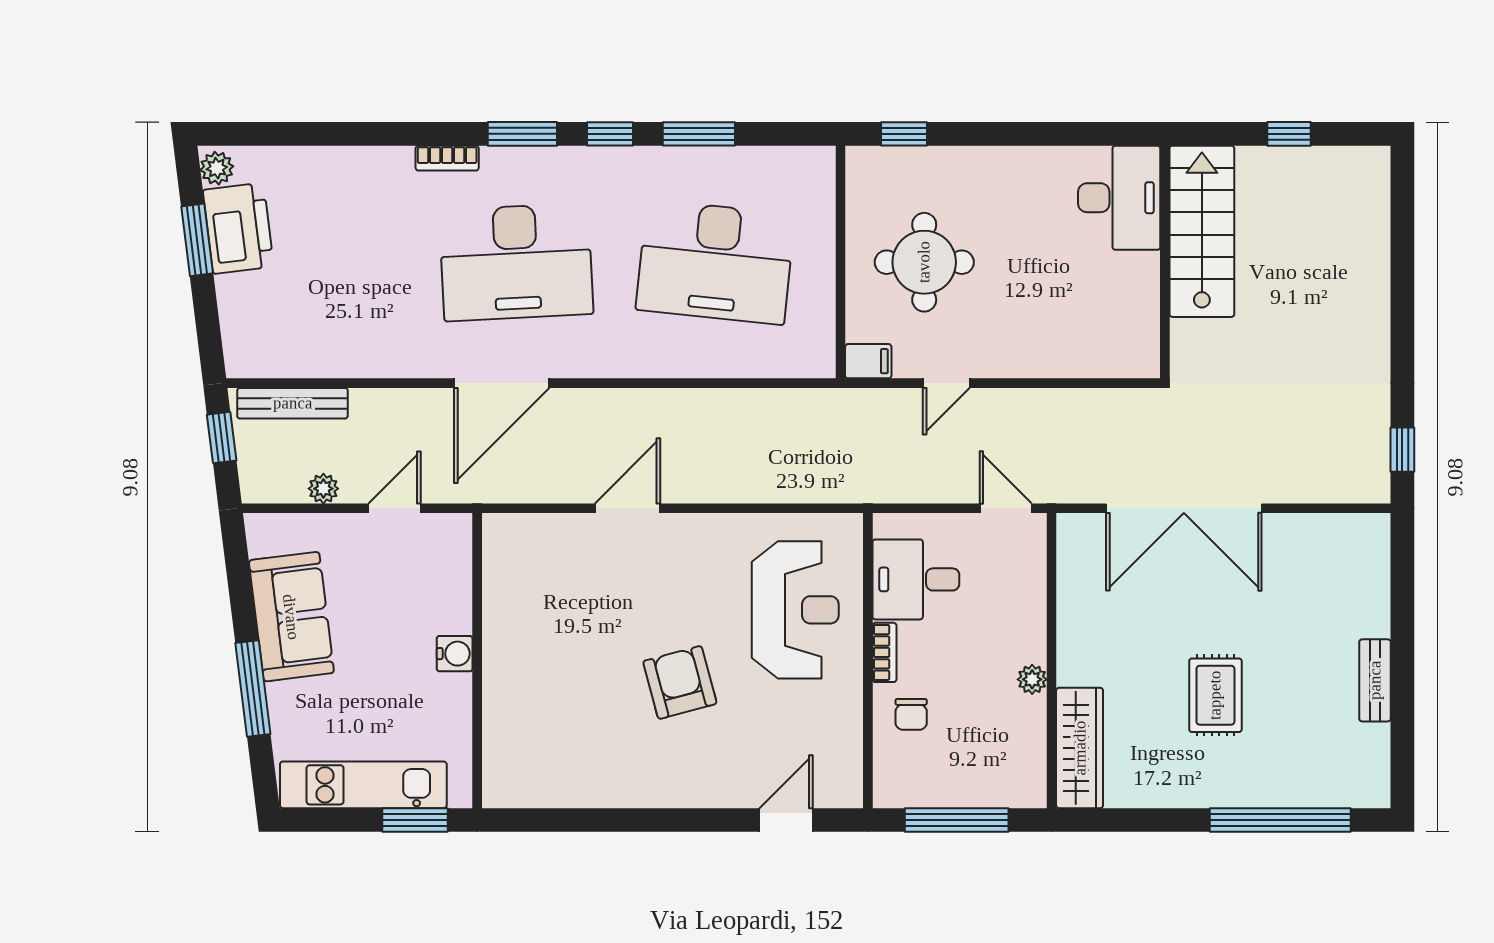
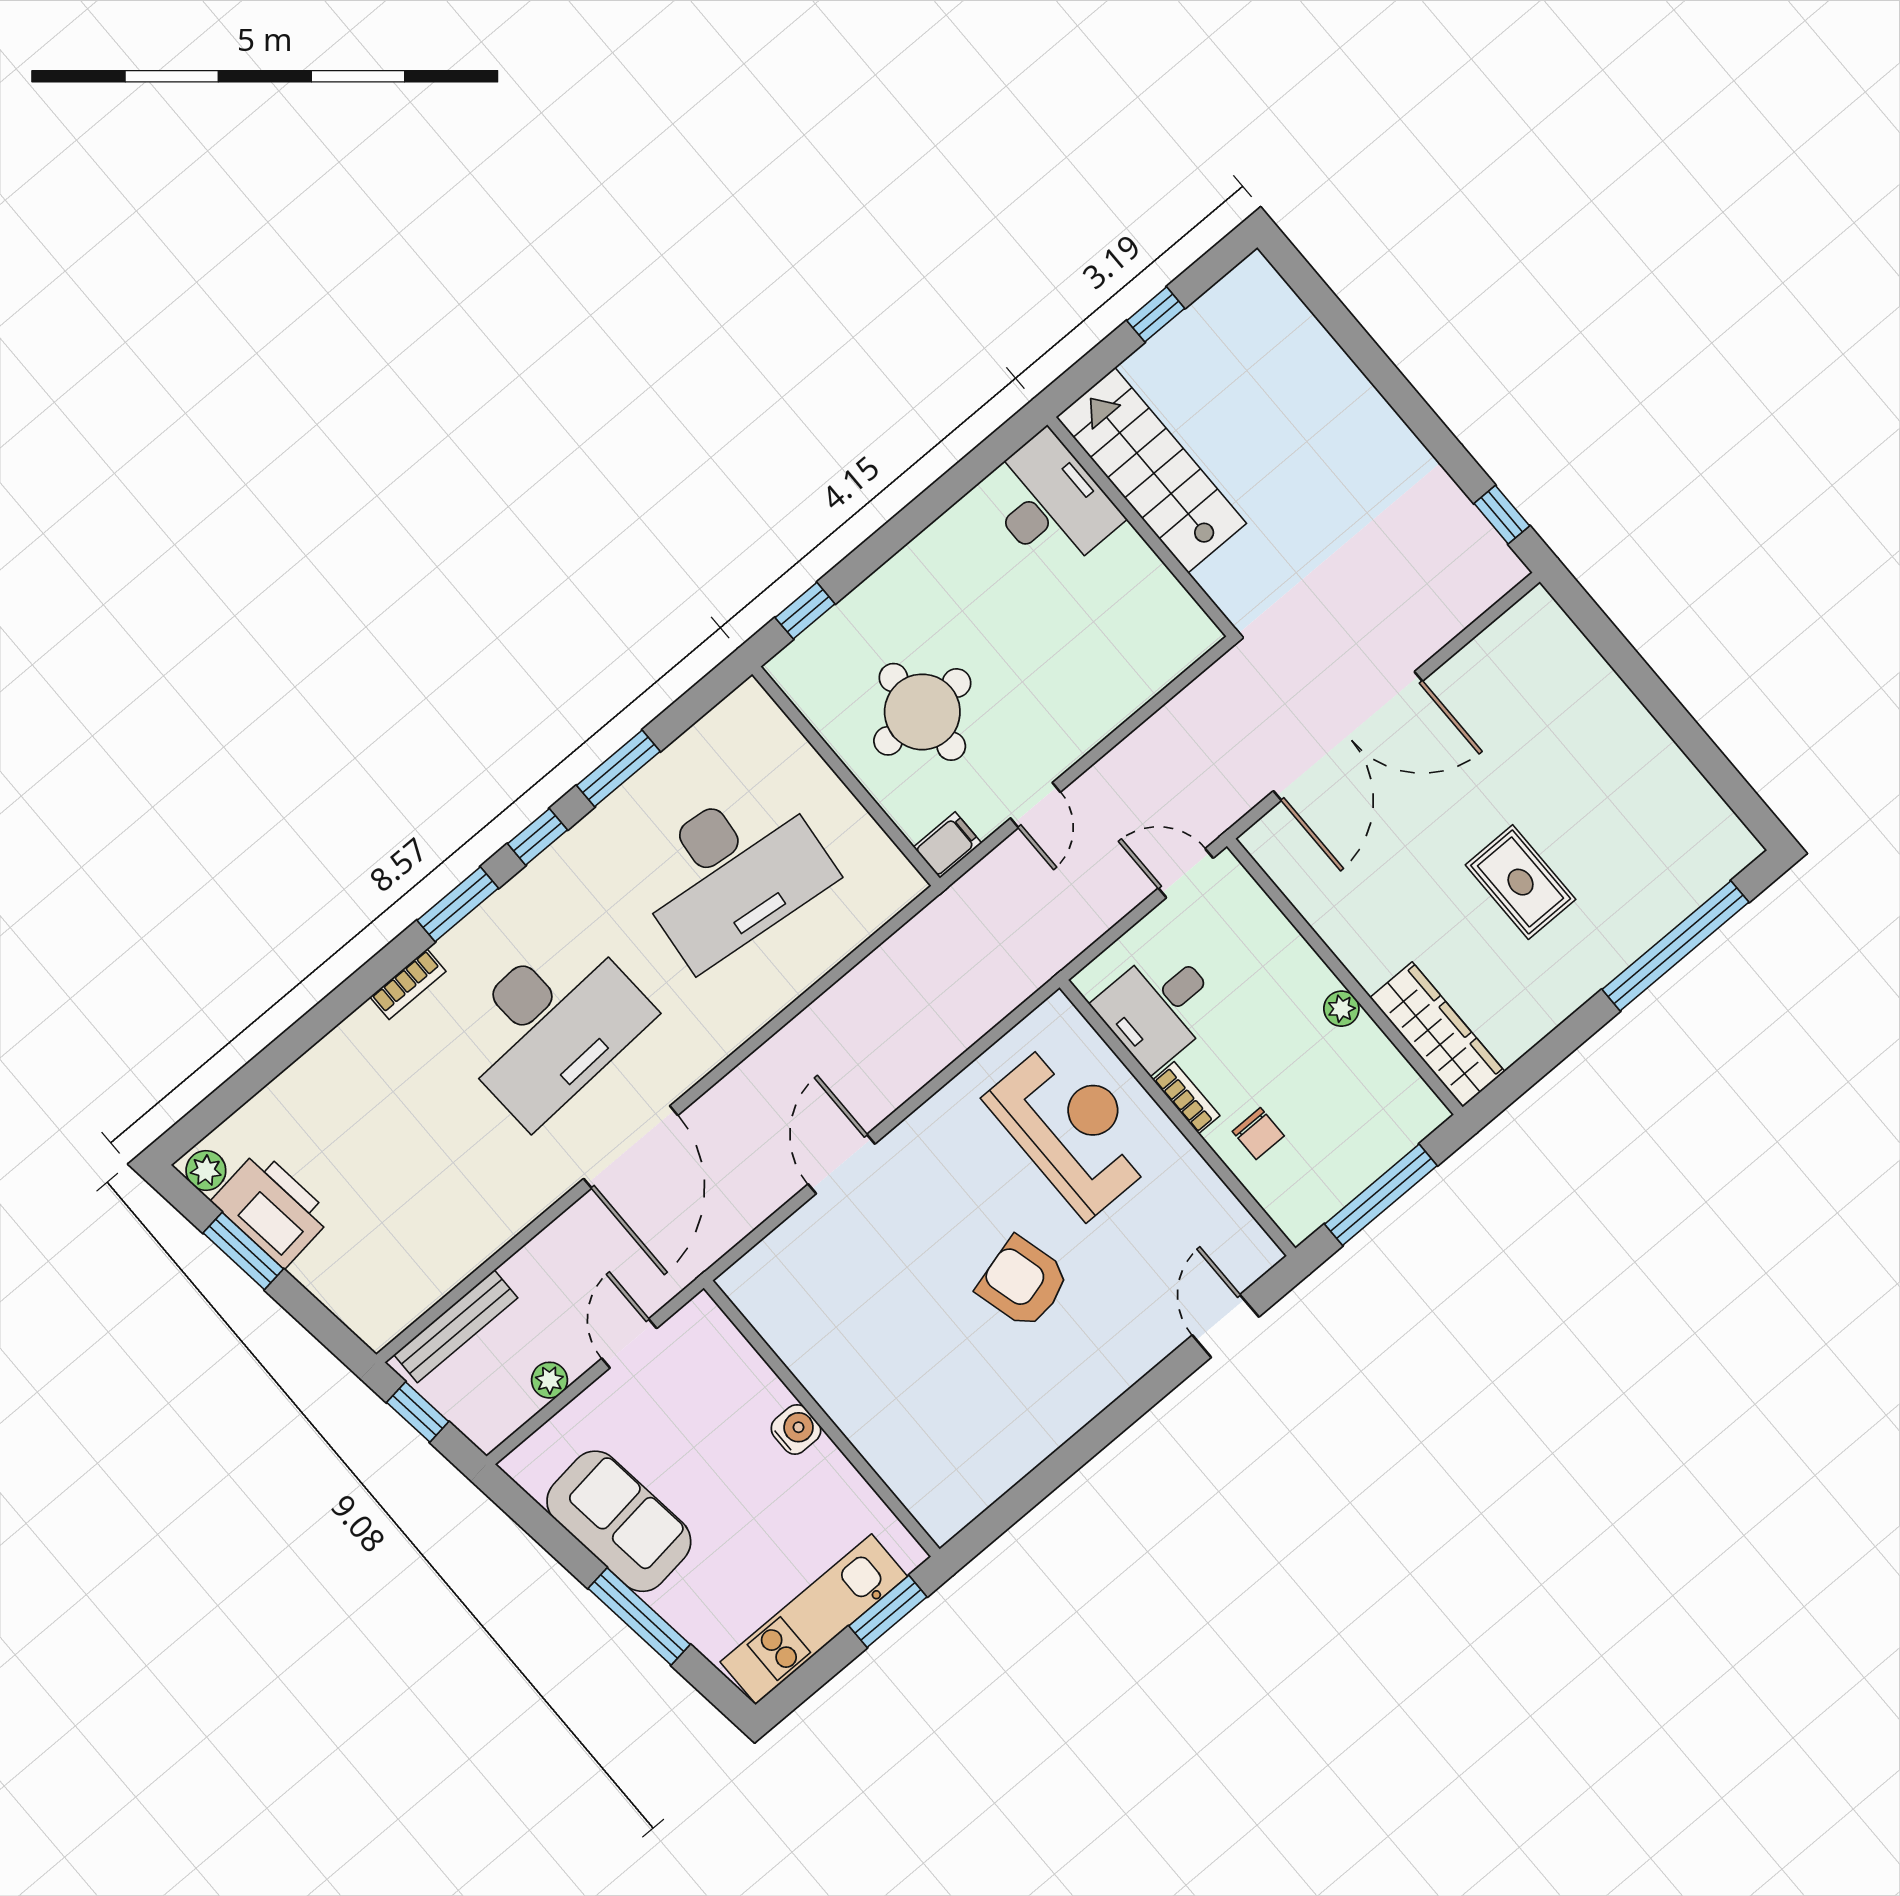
bench: (1375, 680) -> (1654, 746), removed

